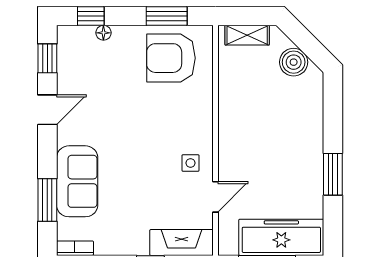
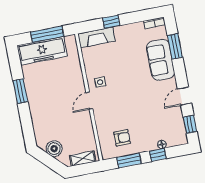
window: (91, 16) -> (158, 155), moved
armchair: (171, 58) -> (122, 138), width x0.53, depth x0.53
door: (215, 197) -> (89, 101), moved

